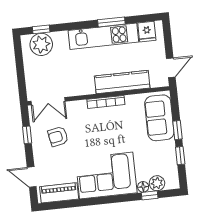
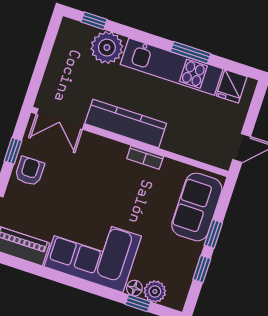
plant: (41, 44) -> (107, 48), moved
kitchen counter: (122, 82) -> (126, 124), moved
bookcase: (106, 102) -> (145, 157), width x0.64
armchair: (58, 136) -> (30, 171), moved, turned 101

